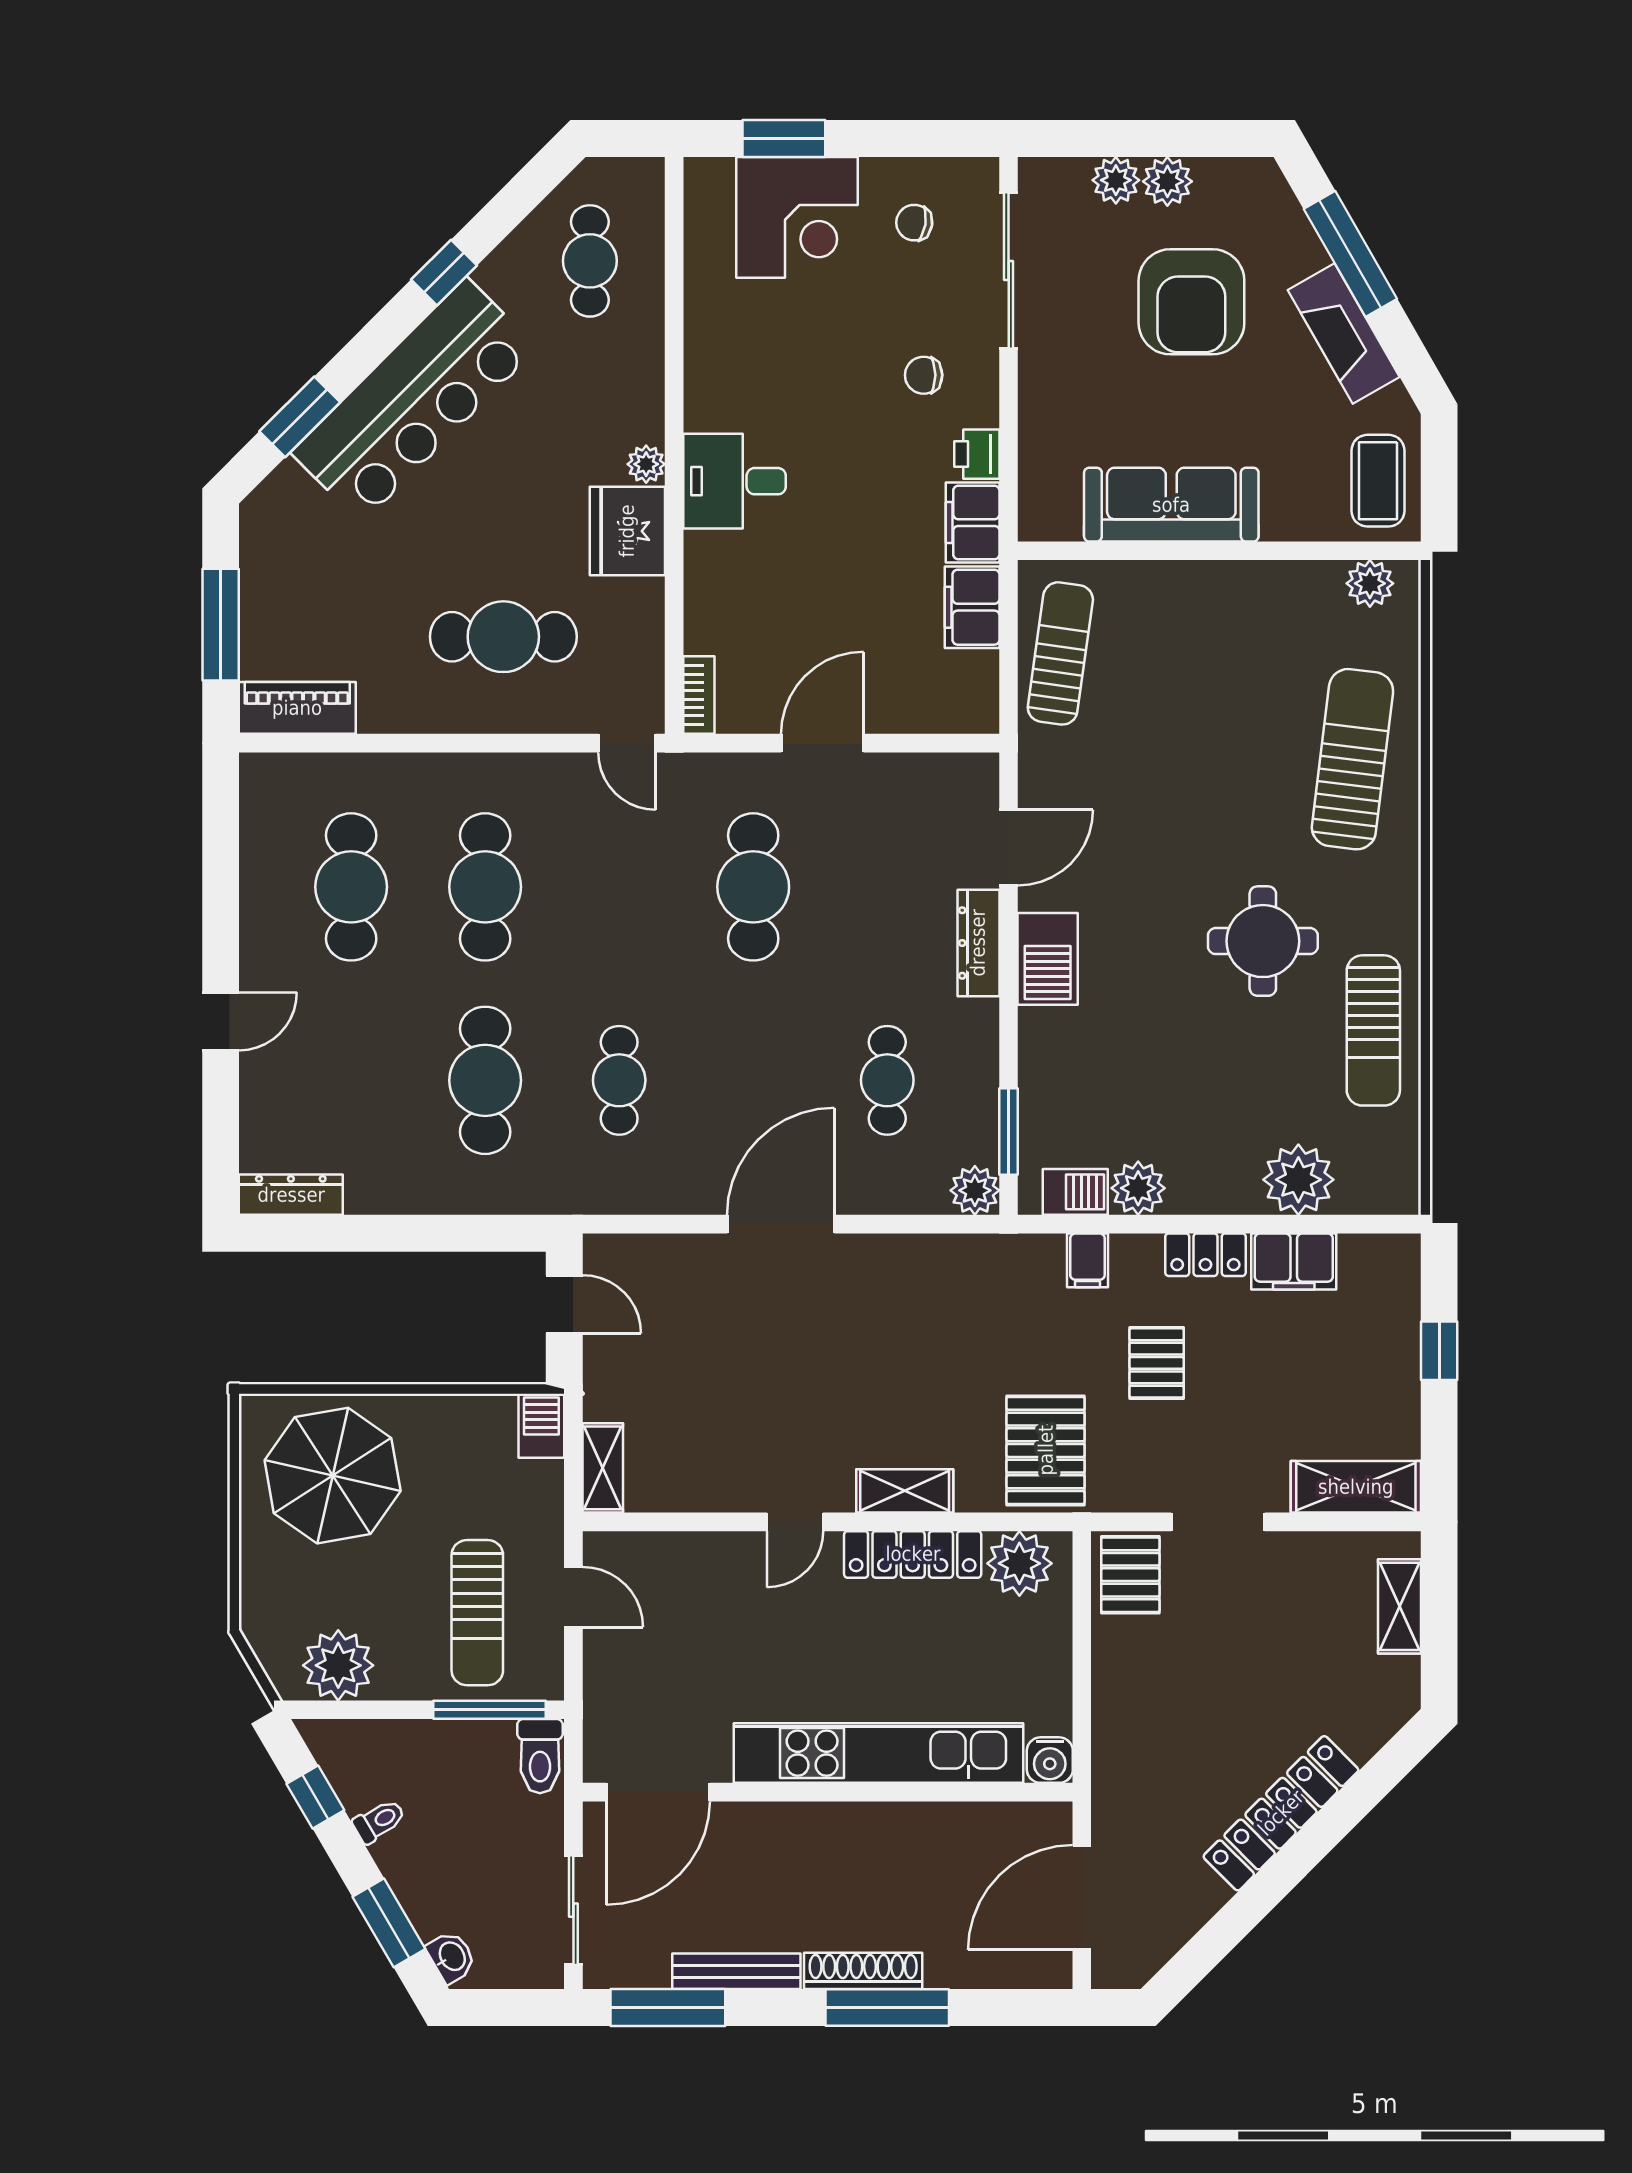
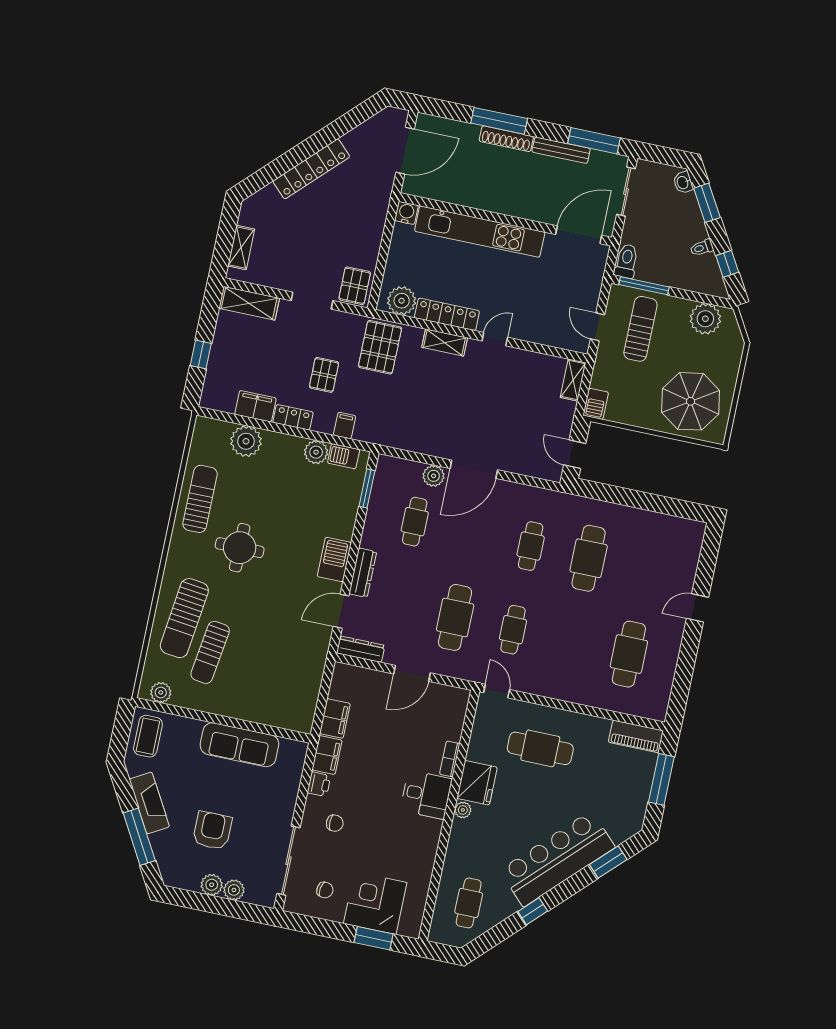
armchair: (1191, 302) -> (212, 831), width x0.73, depth x0.73
sun lounger: (1060, 653) -> (210, 652), moved
bookcase: (699, 695) -> (450, 759), moved
cafe table: (485, 887) -> (513, 630), moved, width x0.73, depth x0.74
plant: (975, 1190) -> (434, 476), moved
dresser: (291, 1195) -> (361, 649), moved, turned 180

